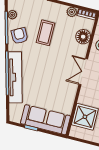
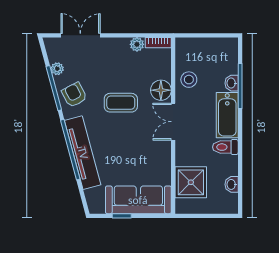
coffee table: (45, 33) -> (121, 103), moved, turned 90
floor lamp: (83, 37) -> (161, 90), moved

